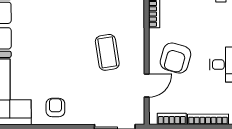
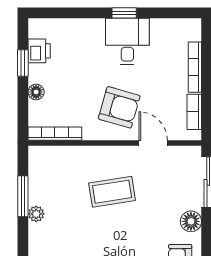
floor lamp: (83, 116) -> (191, 221), added

